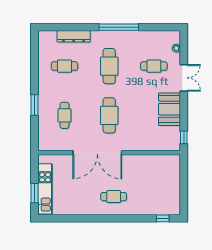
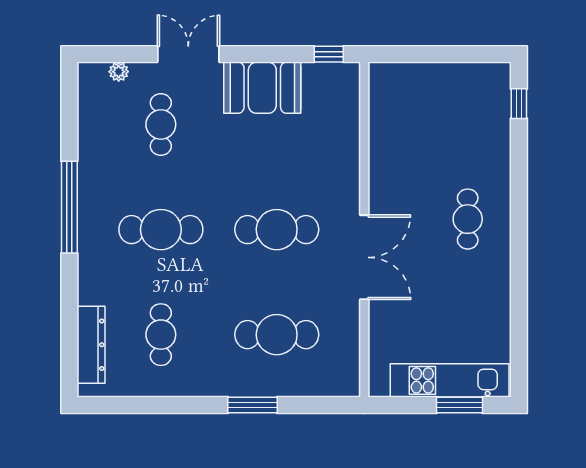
dresser: (74, 36) -> (91, 345), moved
cafe table: (64, 115) -> (277, 335), width x1.37, depth x1.35
double door: (97, 153) -> (364, 257), width x0.73

